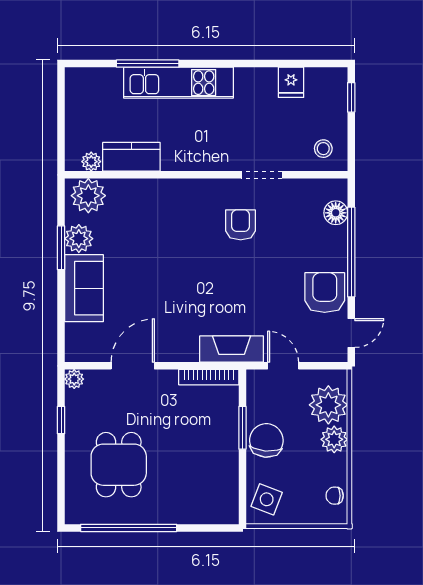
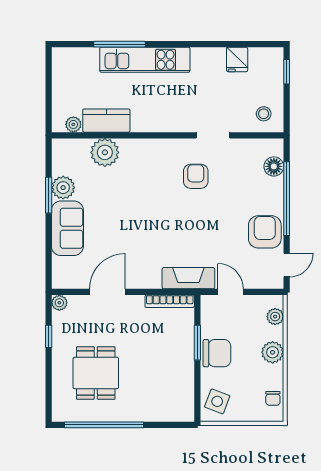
plant: (88, 196) -> (105, 152), moved
plant: (328, 405) -> (275, 317), width x0.53, depth x0.53
chair: (266, 440) -> (217, 353), turned 85
chair: (335, 496) -> (273, 398), turned -90

